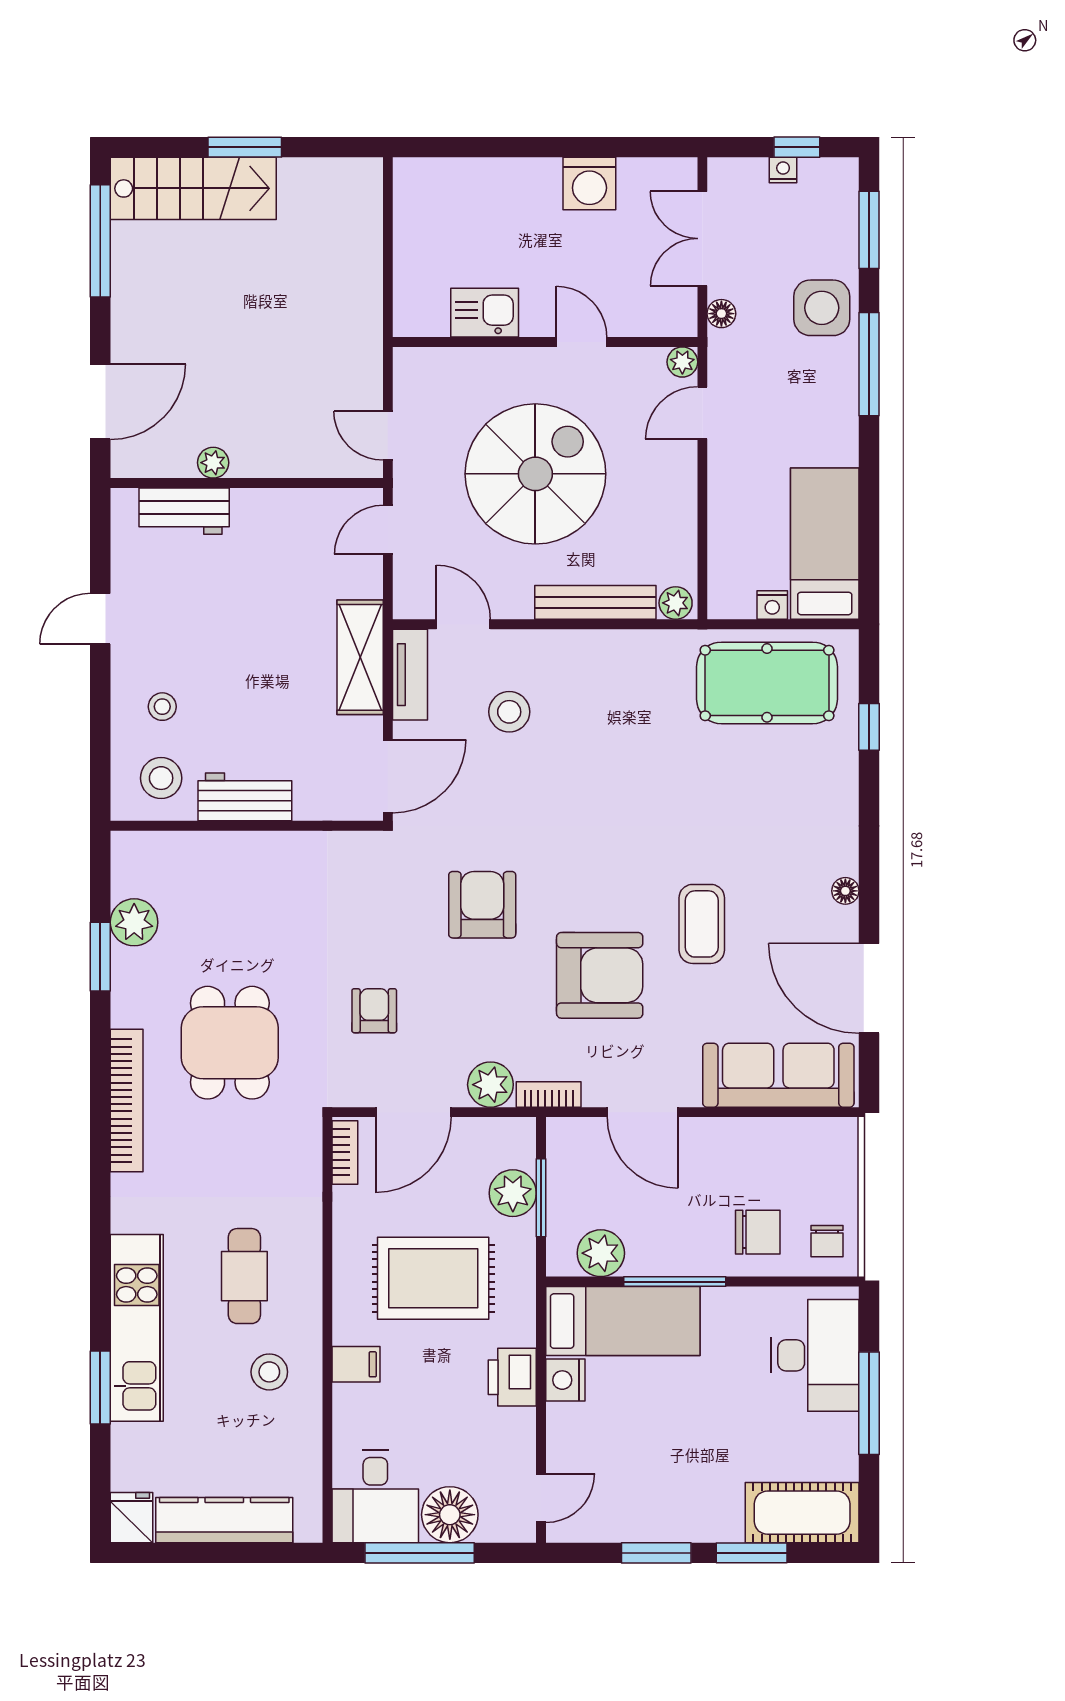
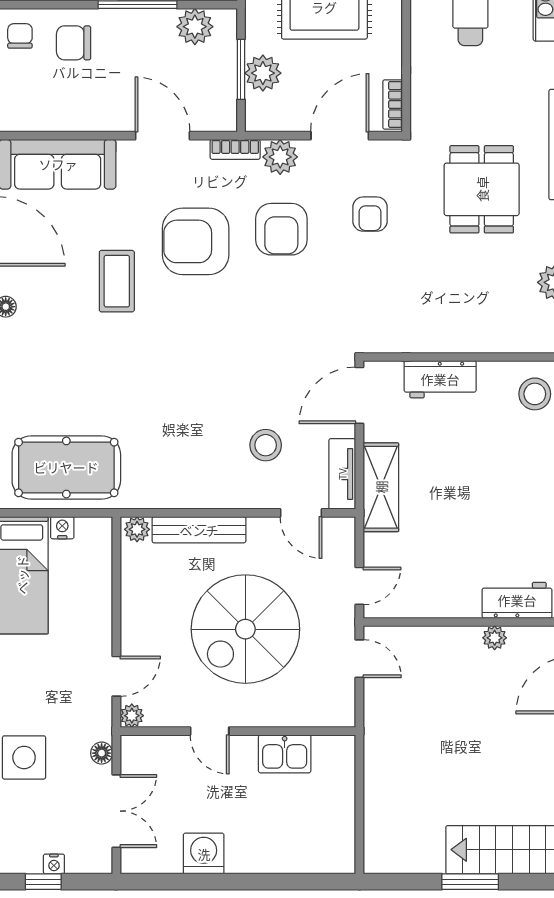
stool: (162, 707) -> (534, 449), removed
workbench: (245, 797) -> (440, 379), moved
armchair: (482, 905) -> (281, 229), moved

